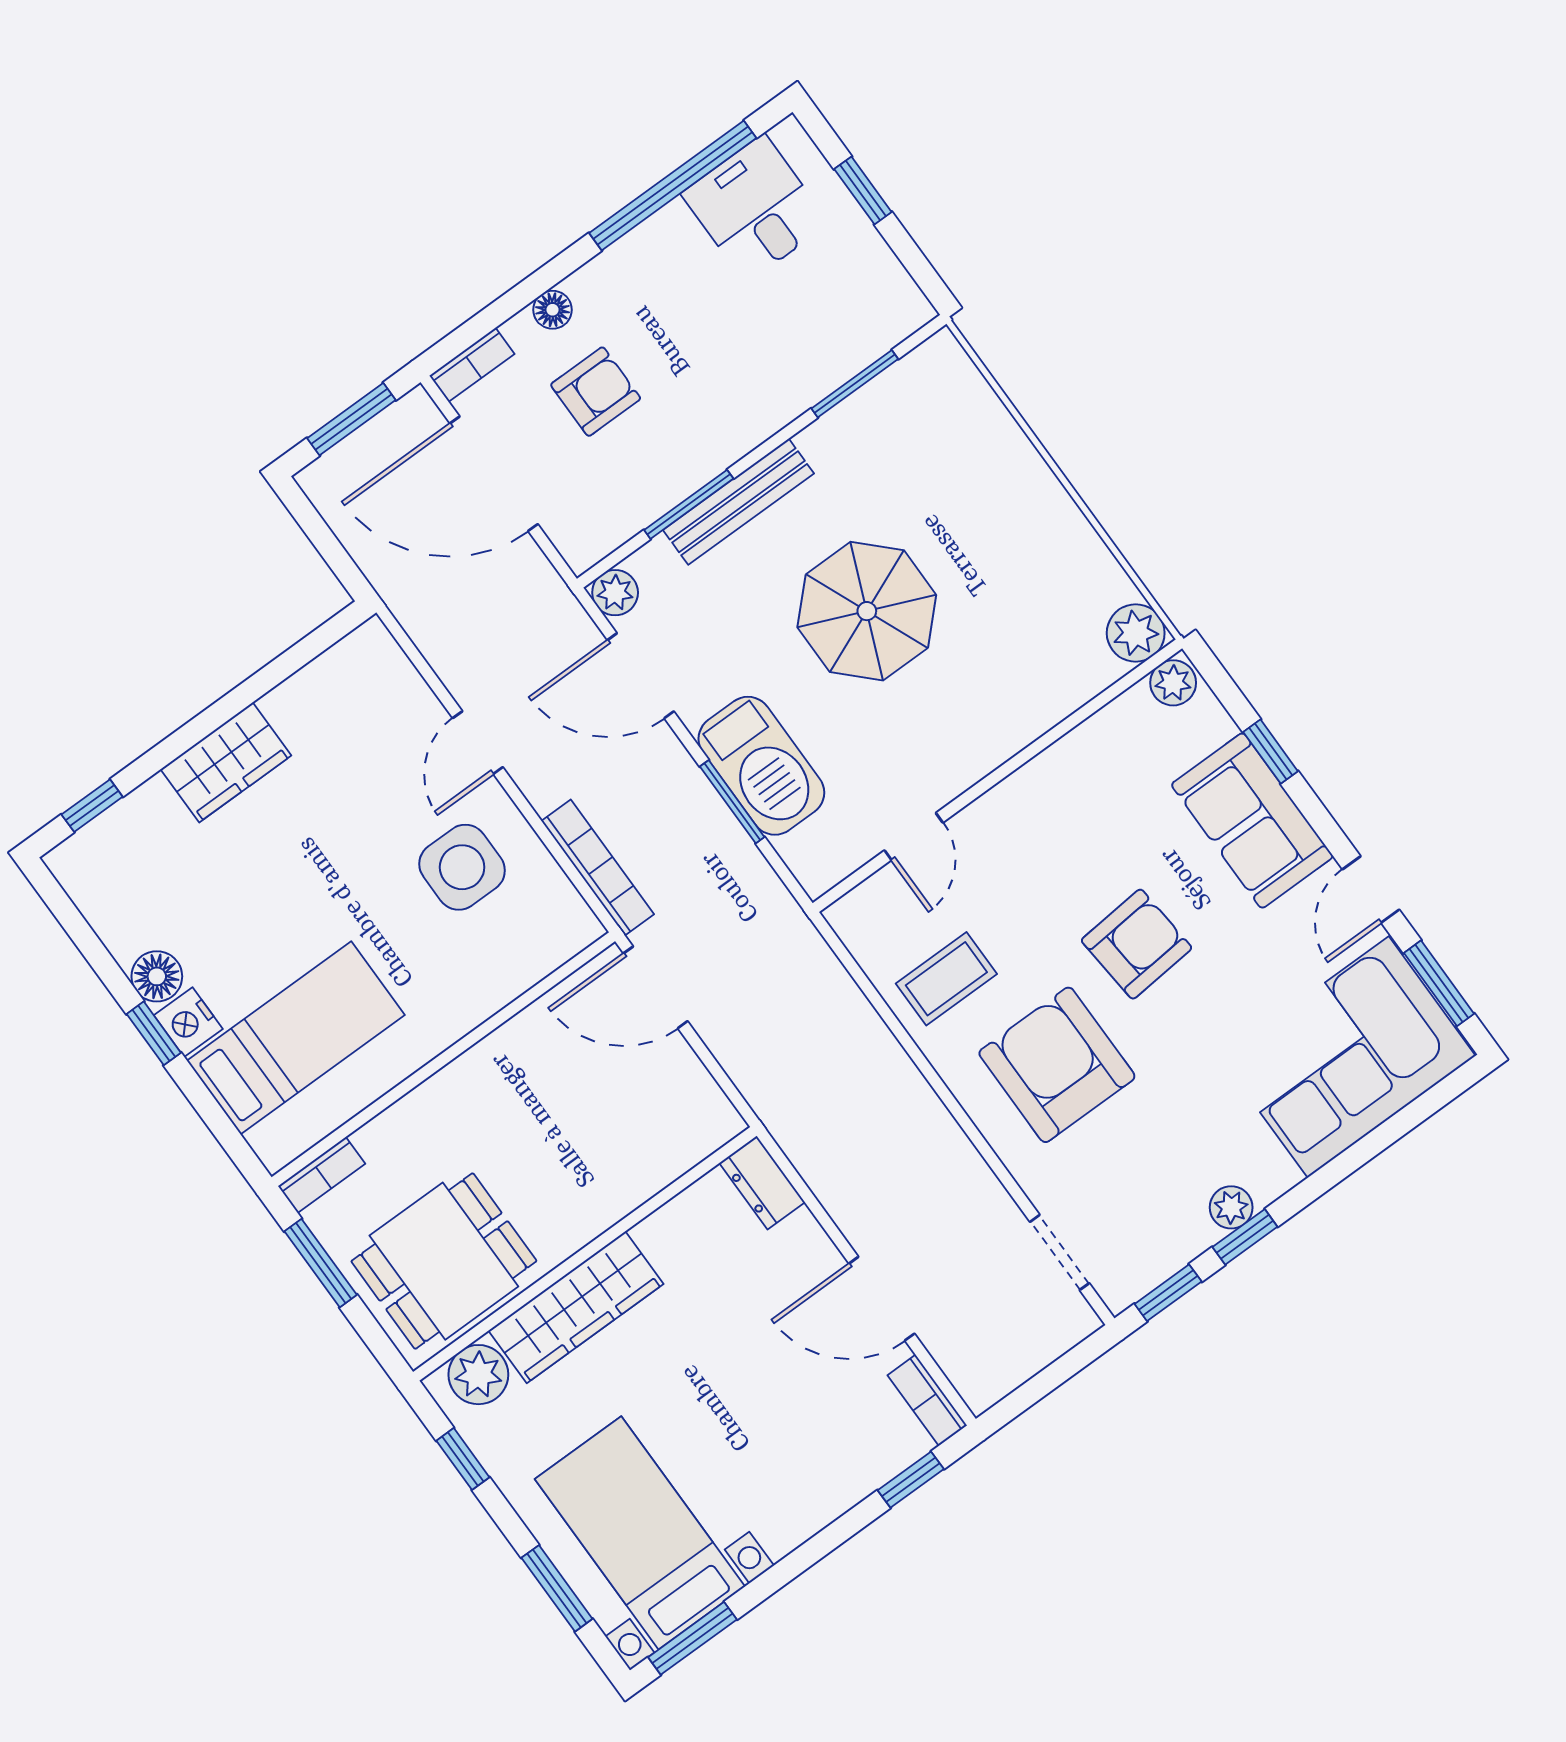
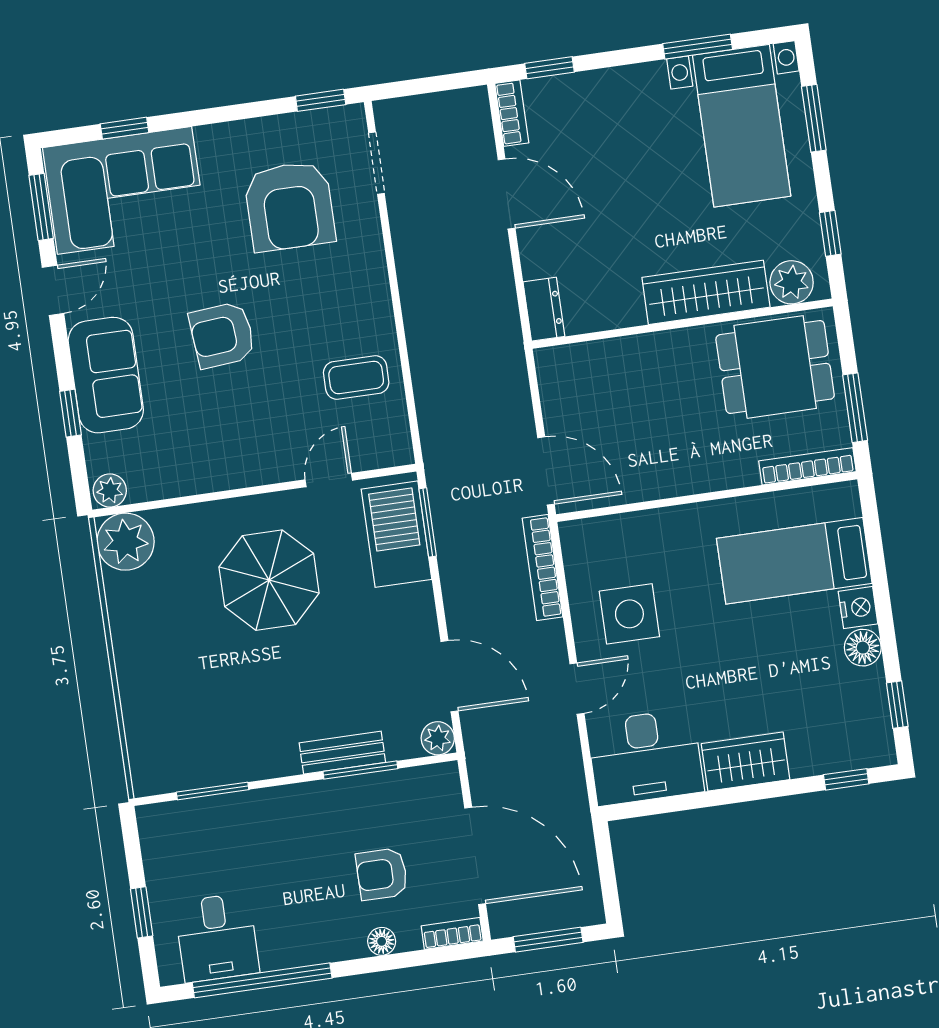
bench: (738, 502) -> (342, 753), width x0.73
parasol: (867, 611) -> (269, 580), moved
plant: (1136, 633) -> (126, 542), width x1.36, depth x1.36
desk: (351, 703) -> (645, 757), added
barbecue: (761, 766) -> (396, 534), moved
window: (732, 802) -> (428, 522), moved
window: (154, 1033) -> (897, 705), moved
armchair: (1057, 1065) -> (290, 206), moved
bookcase: (322, 1175) -> (807, 466), width x1.56
plant: (1231, 1207) -> (251, 134), removed
window: (1245, 1237) -> (124, 128), moved
window: (692, 1638) -> (698, 47), moved

